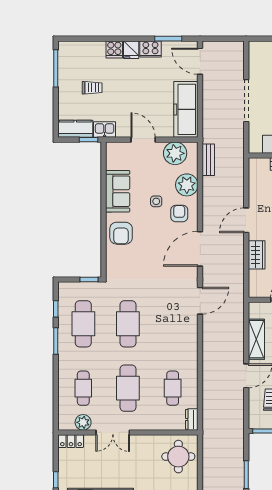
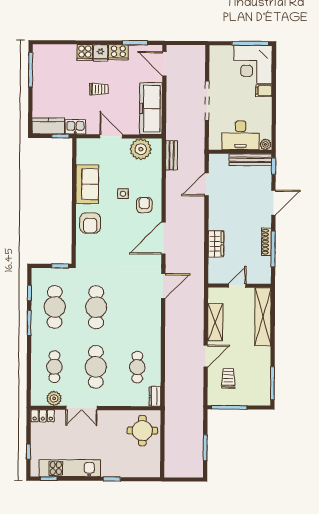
trolley: (92, 88) -> (99, 89), moved
plant: (187, 185) -> (151, 179), removed
door: (246, 220) -> (207, 184), moved

